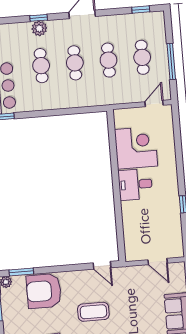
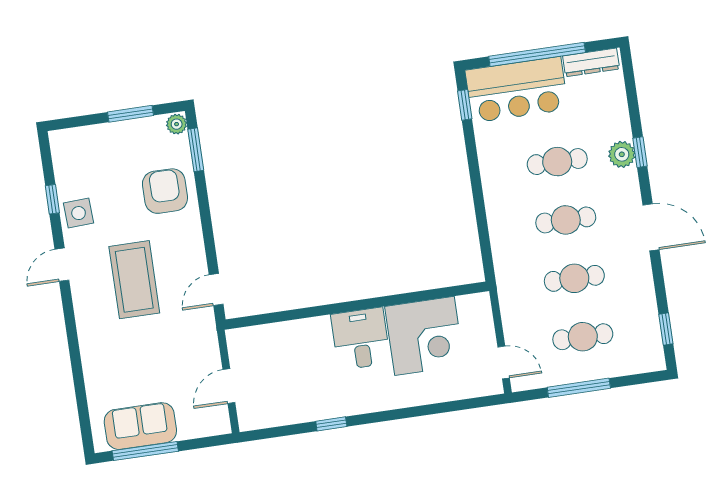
armchair: (44, 291) -> (165, 191), width x0.73, depth x0.73
coffee table: (93, 312) -> (134, 280), width x1.36, depth x1.32

